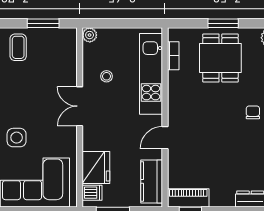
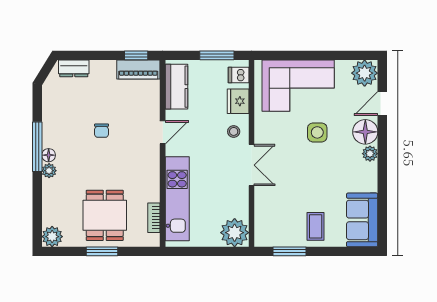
plant: (90, 35) -> (235, 233), width x1.88, depth x1.88
stool: (107, 76) -> (234, 131), moved
chair: (253, 112) -> (102, 131), moved
fridge: (96, 168) -> (238, 101), width x0.73, depth x0.75

